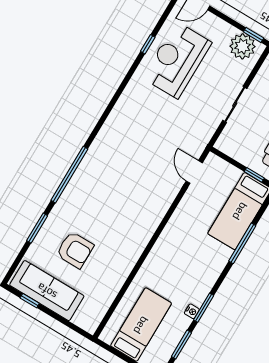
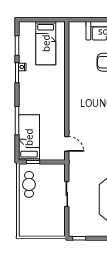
plant: (242, 46) -> (82, 228), removed

